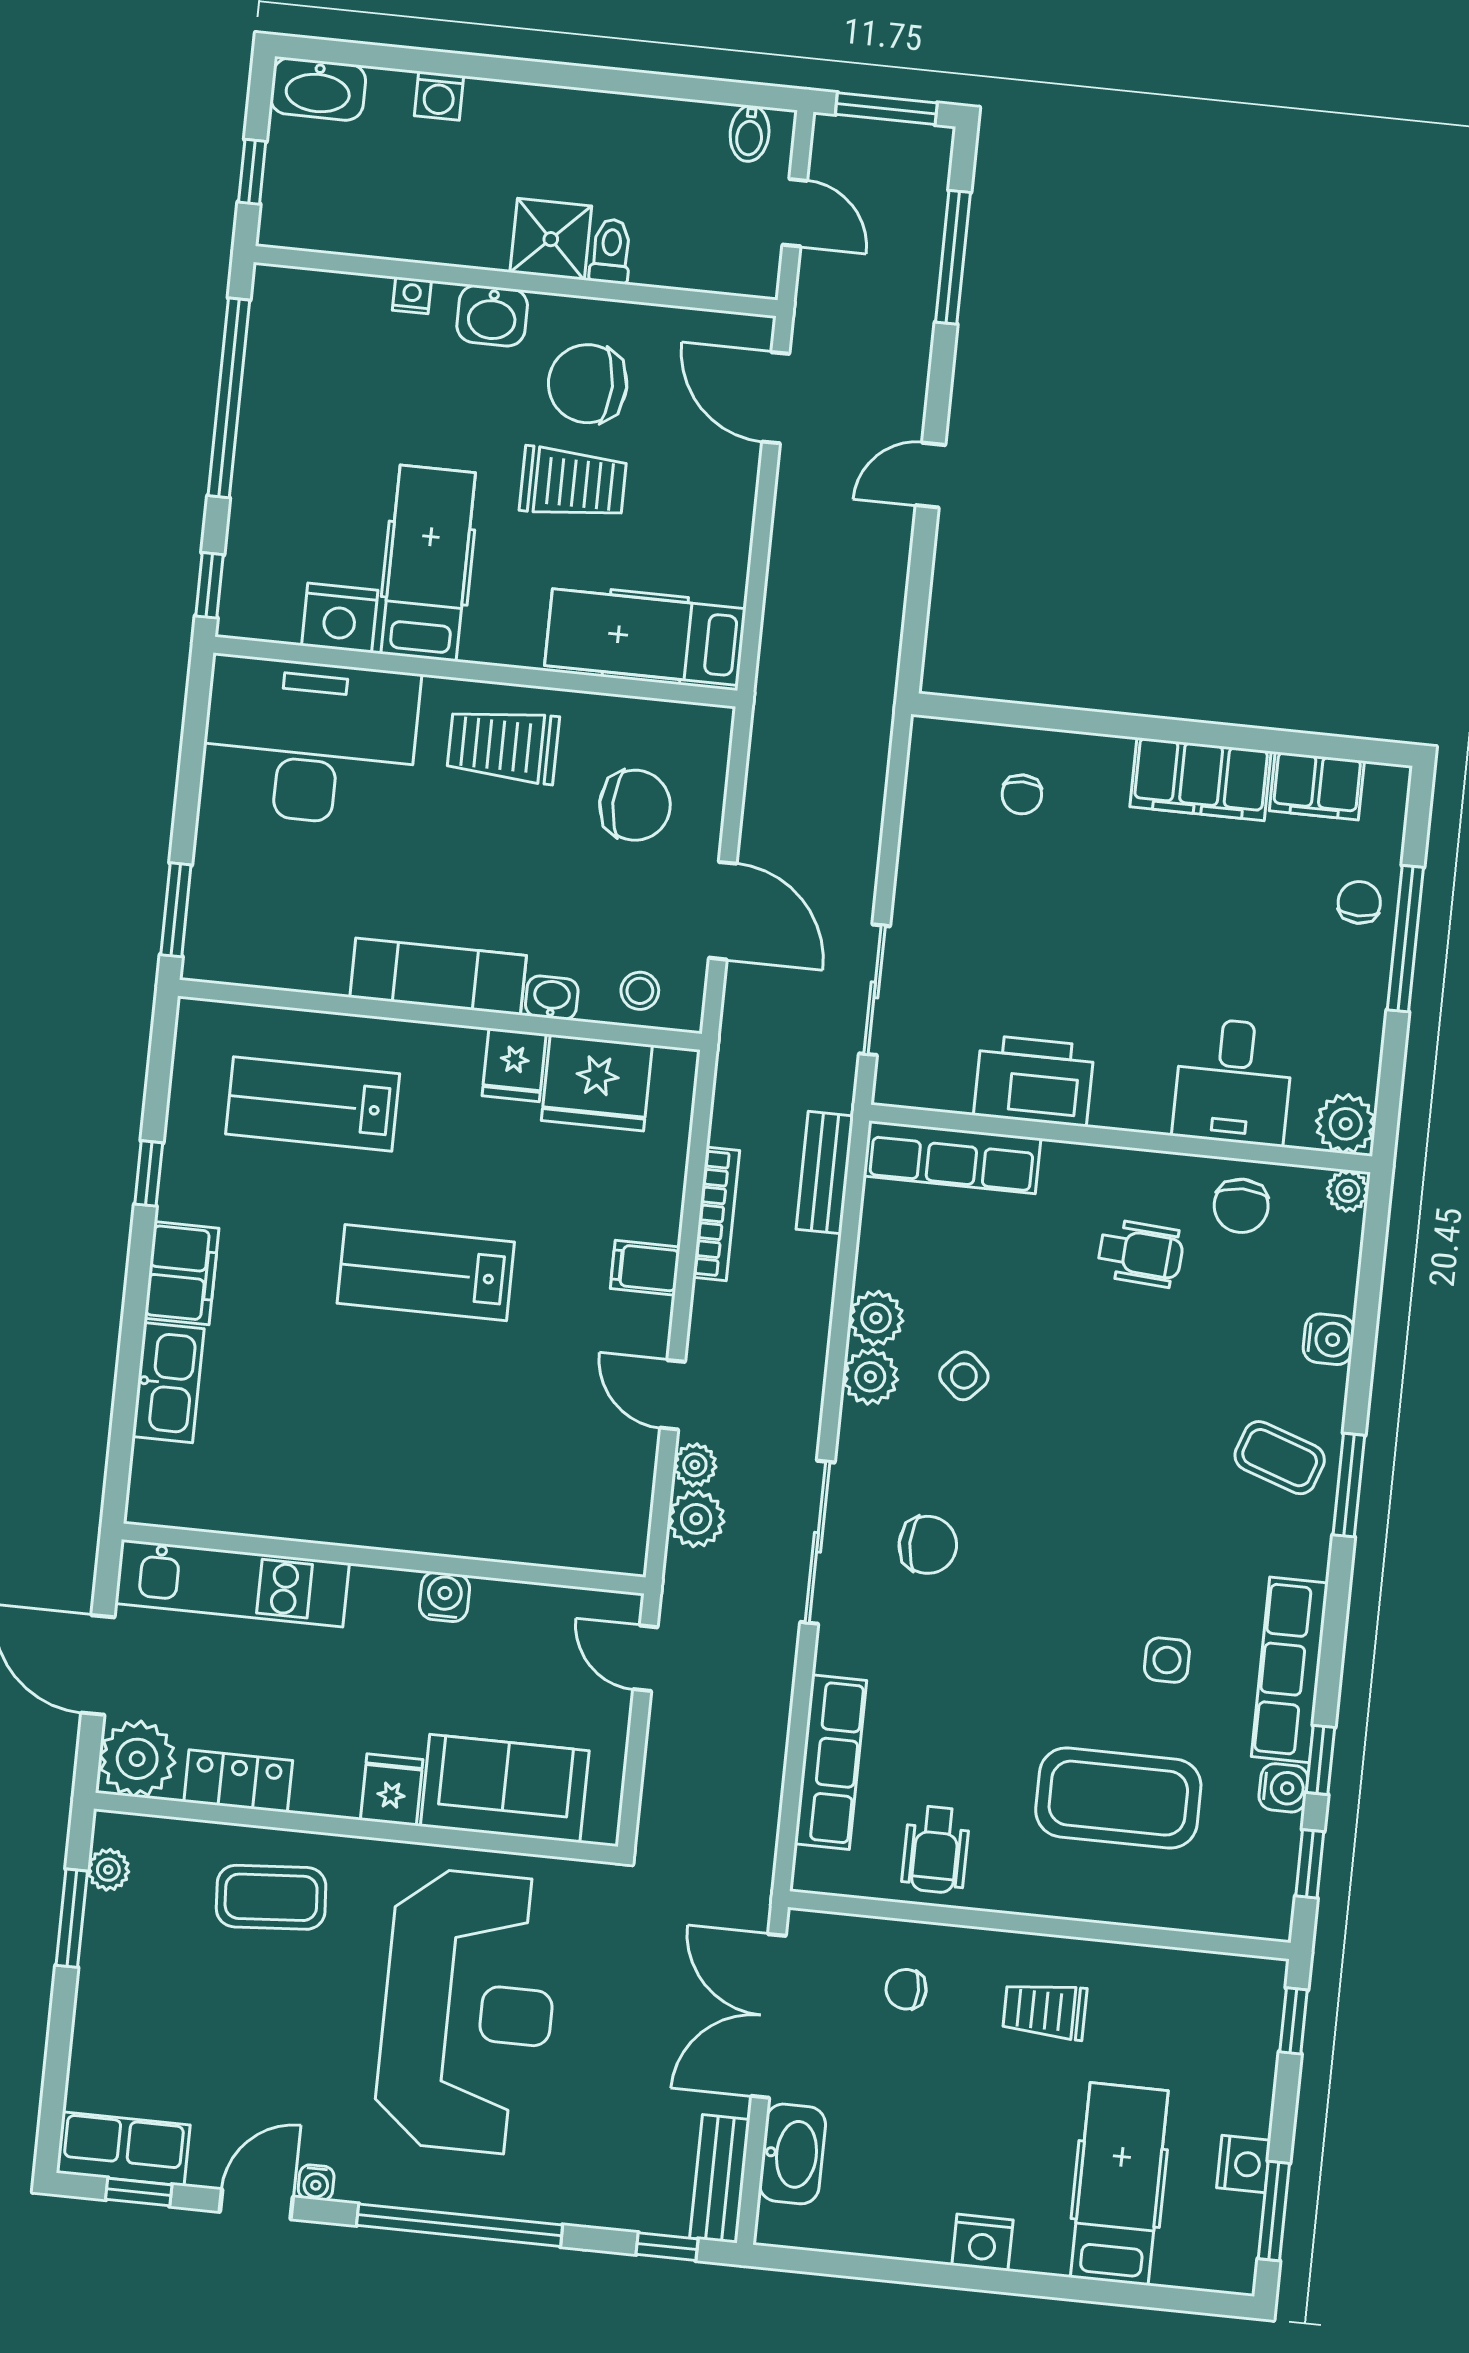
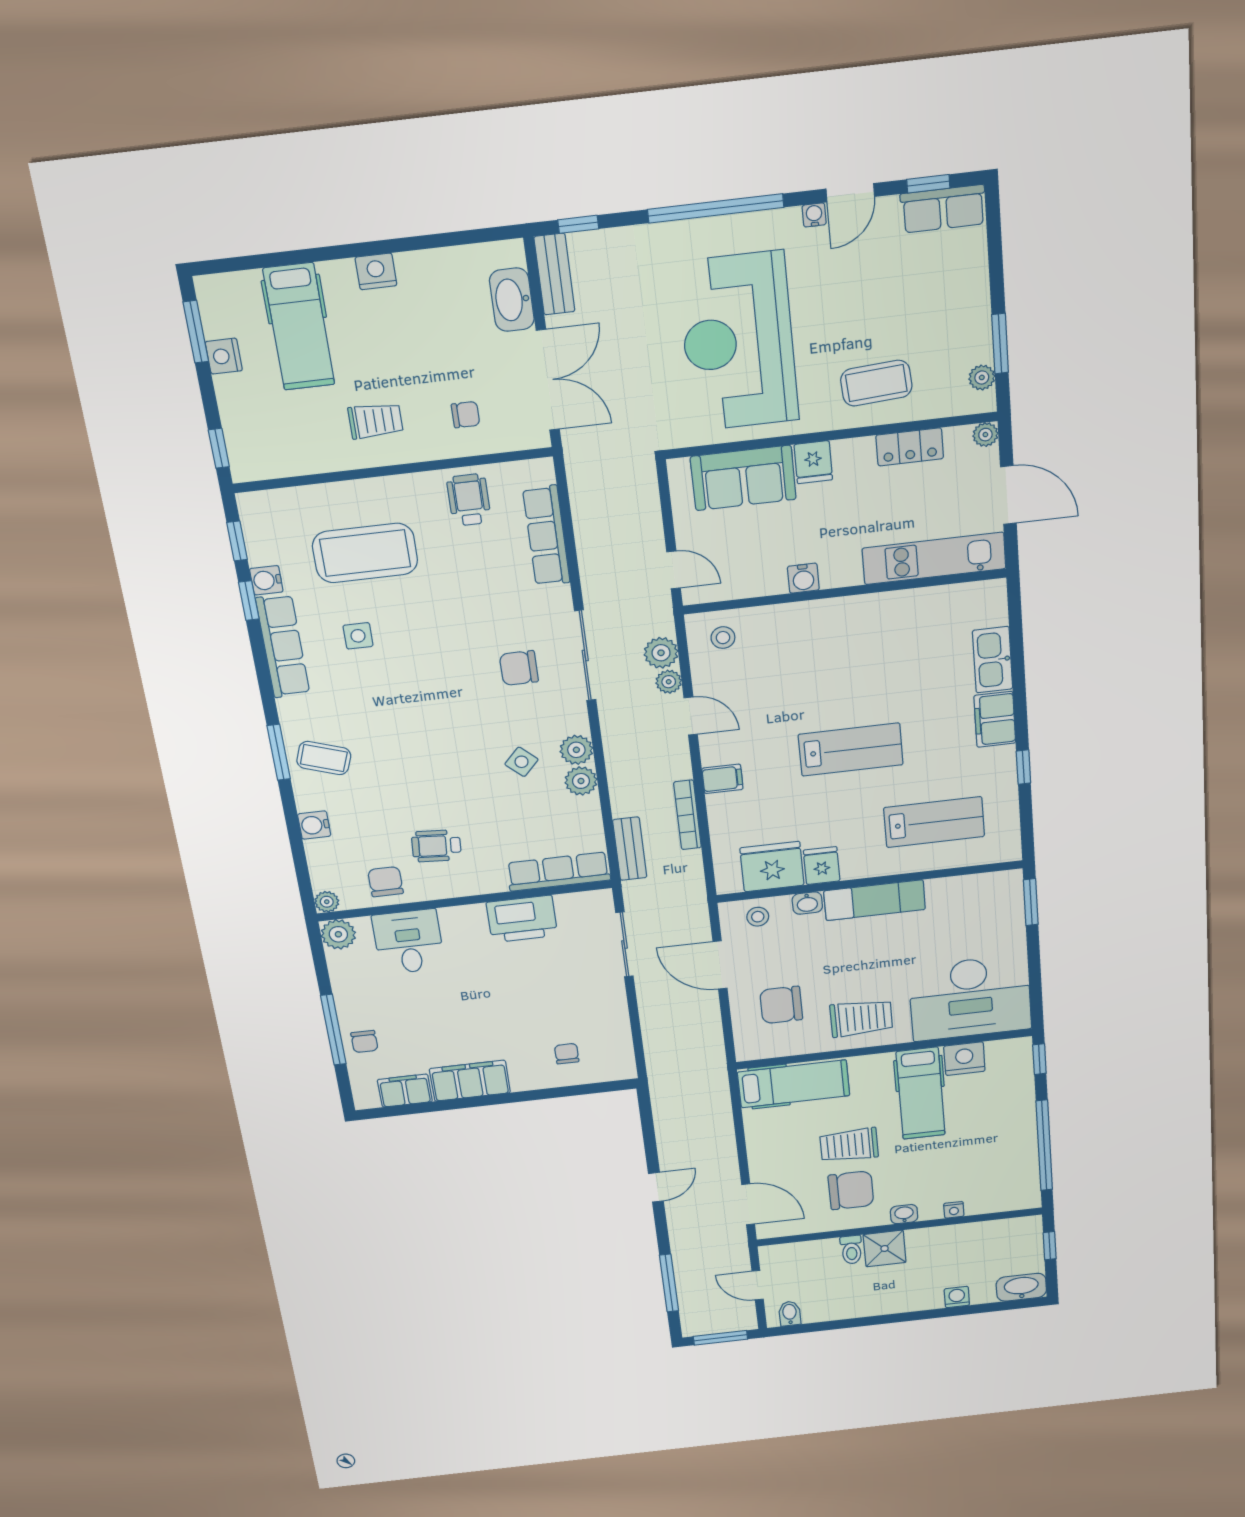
washbasin: (492, 316) -> (904, 1214), width x0.72, depth x0.69
stool: (592, 1523) -> (723, 638), added
plant: (137, 1759) -> (985, 435), width x0.53, depth x0.53

